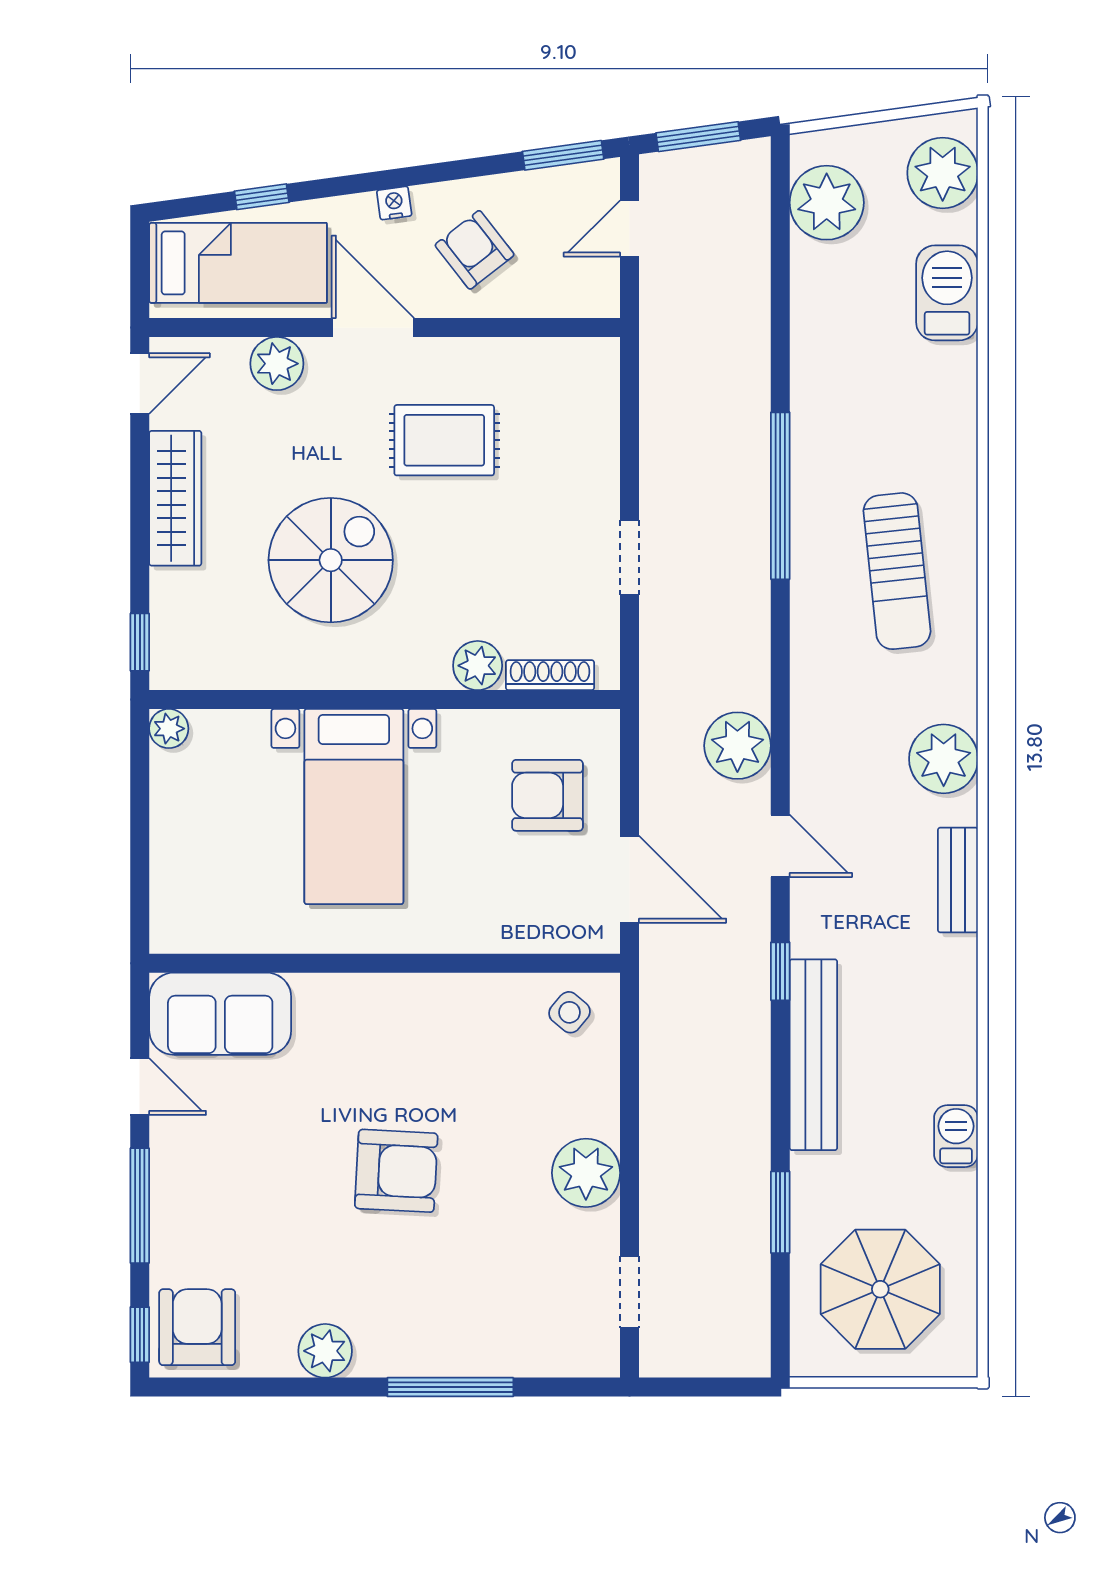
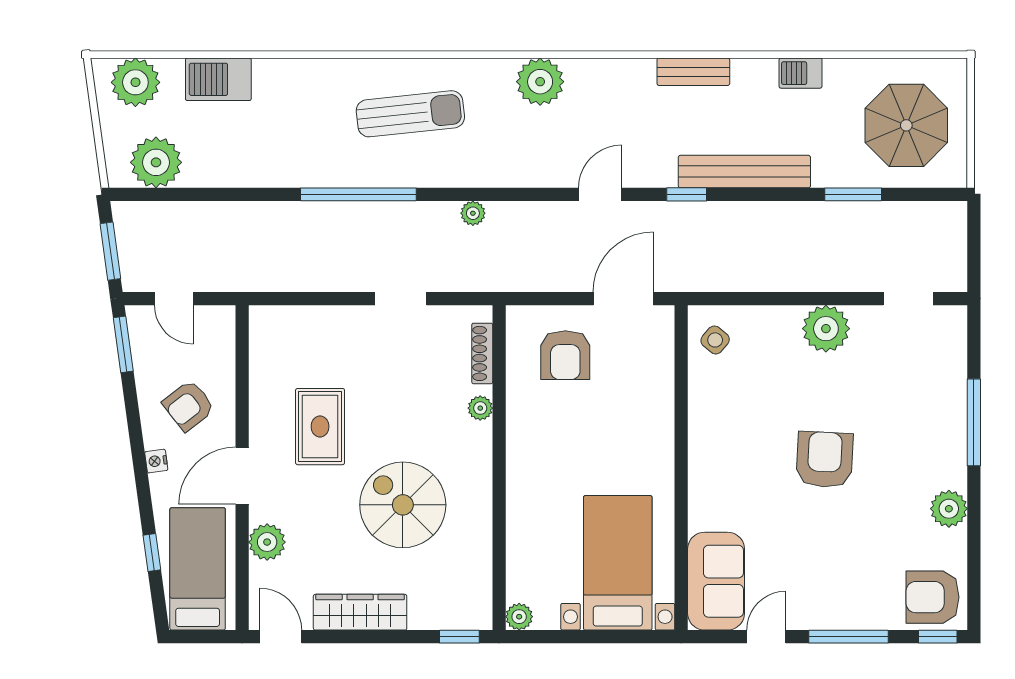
plant: (478, 666) -> (480, 408), width x0.73, depth x0.73
plant: (737, 746) -> (473, 213), moved, width x0.53, depth x0.53
bed with nightstands: (354, 807) -> (618, 563), moved, turned -90
bench: (958, 880) -> (693, 72), moved

